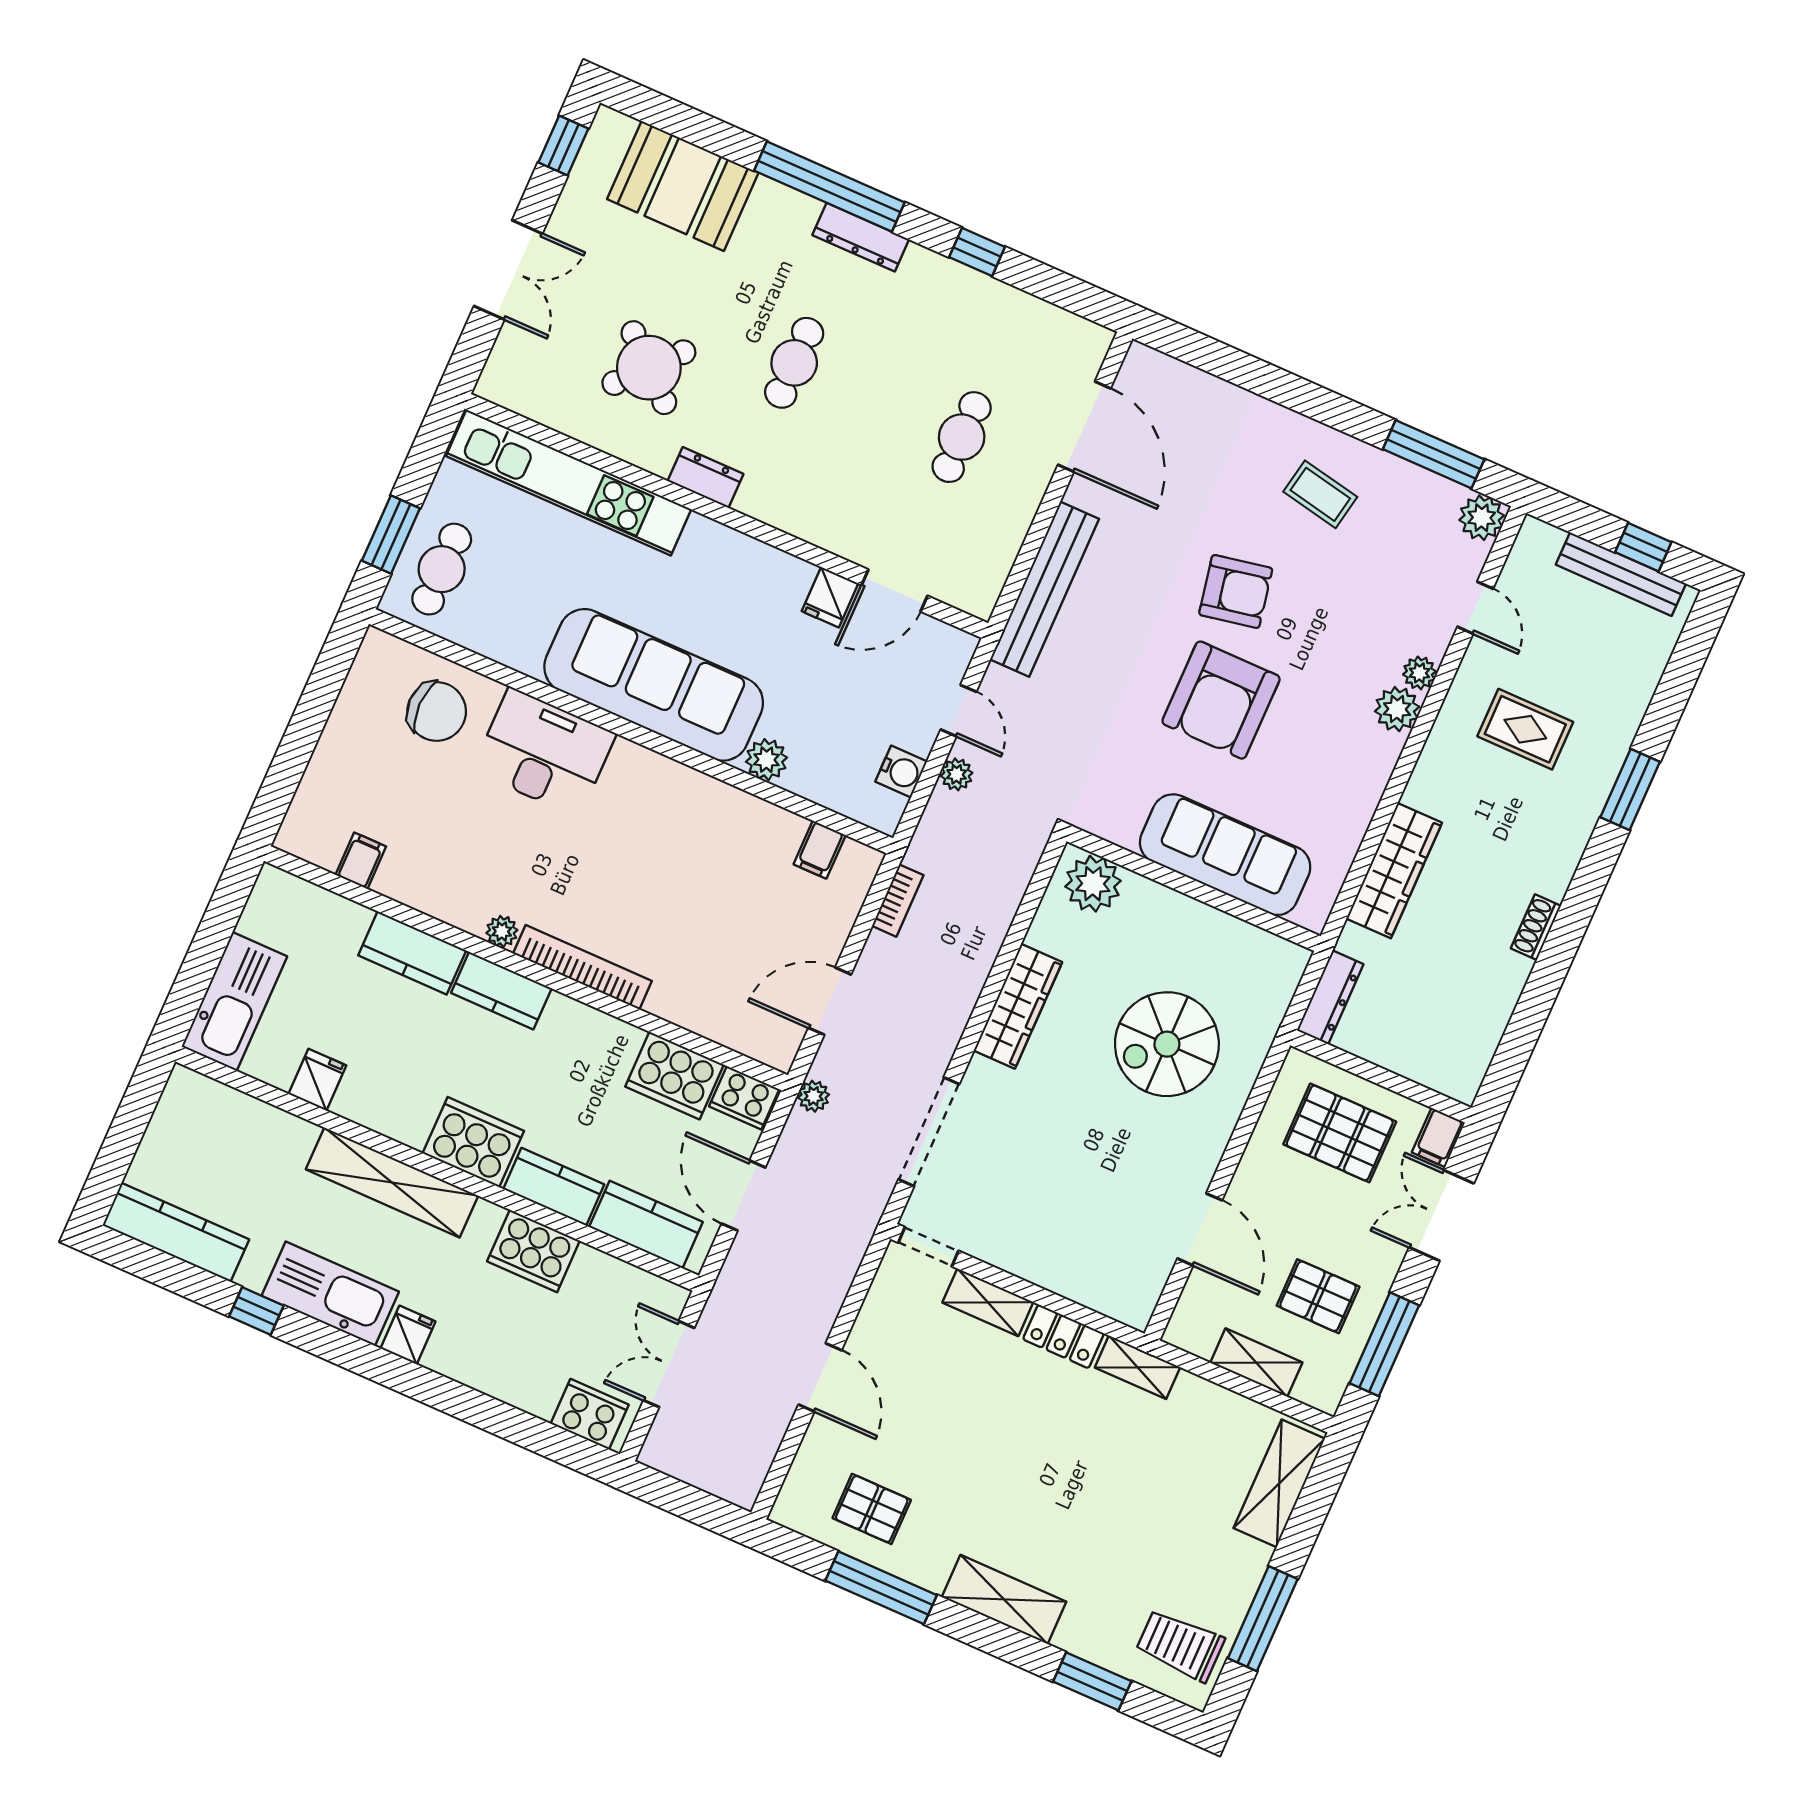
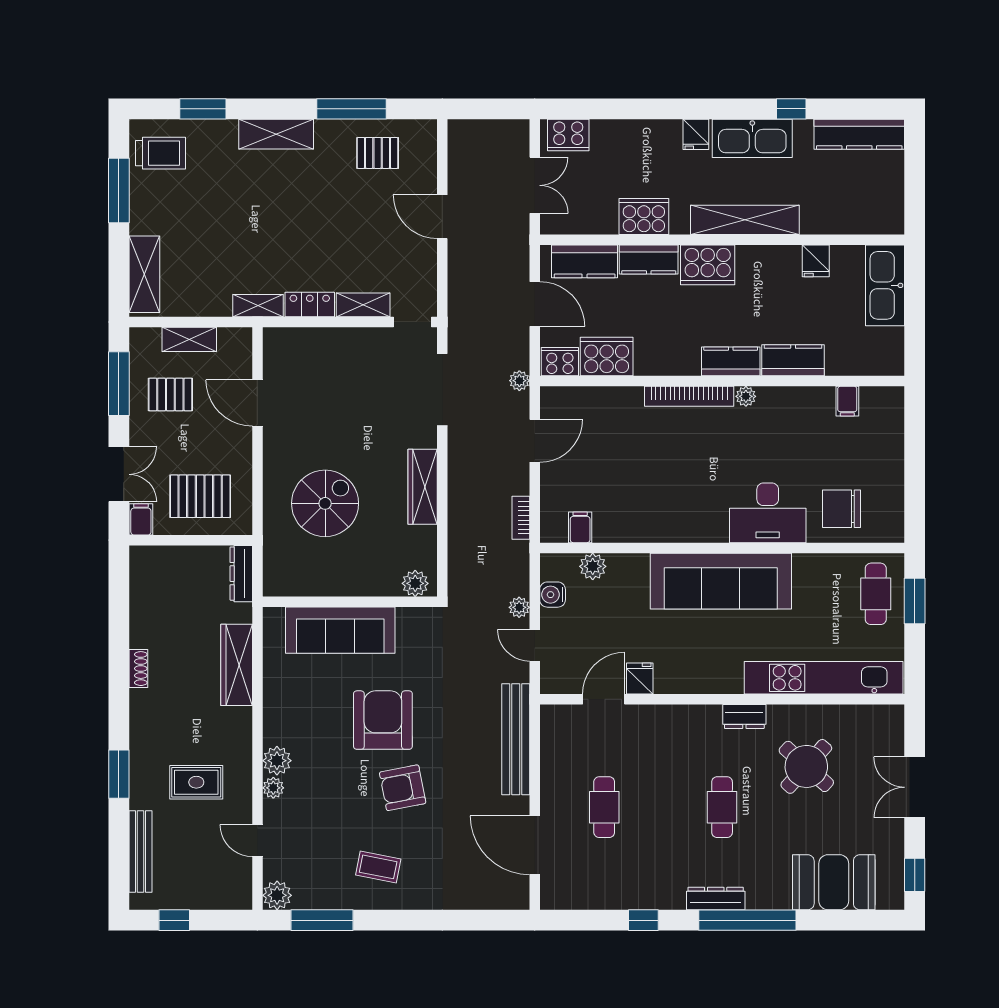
bench: (1621, 574) -> (141, 851), moved, turned 90
plant: (766, 760) -> (593, 566), moved
plant: (1093, 884) -> (415, 583), width x0.73, depth x0.73

